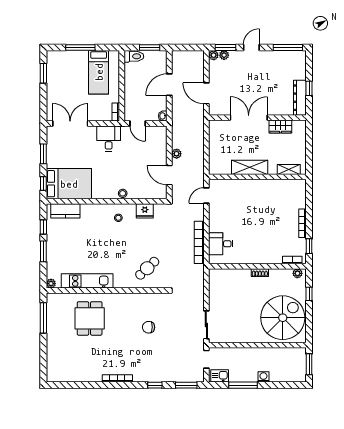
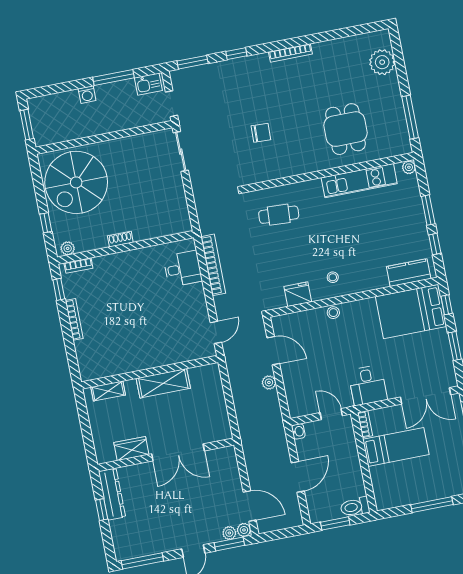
bed: (99, 72) -> (396, 447), moved, turned 90
door: (206, 93) -> (250, 506), moved
cafe table: (147, 268) -> (279, 215), turned 46
plant: (55, 360) -> (382, 62), added

